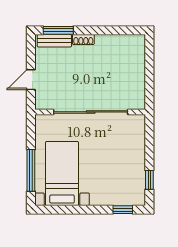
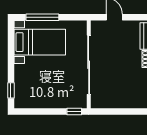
window: (149, 180) -> (74, 111), moved

